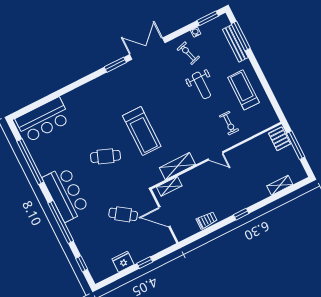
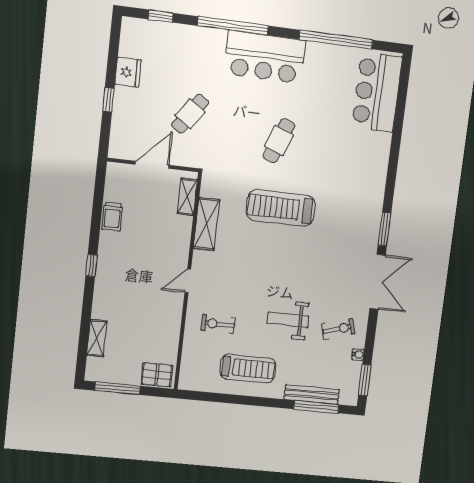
window: (296, 145) -> (118, 388), moved

